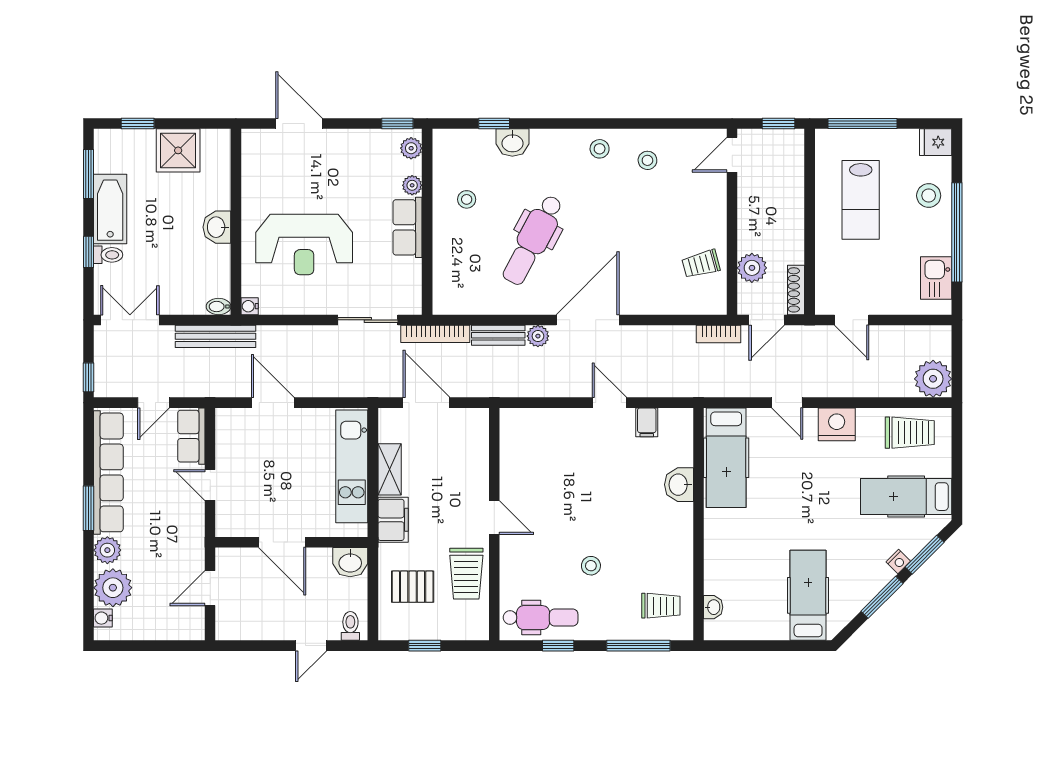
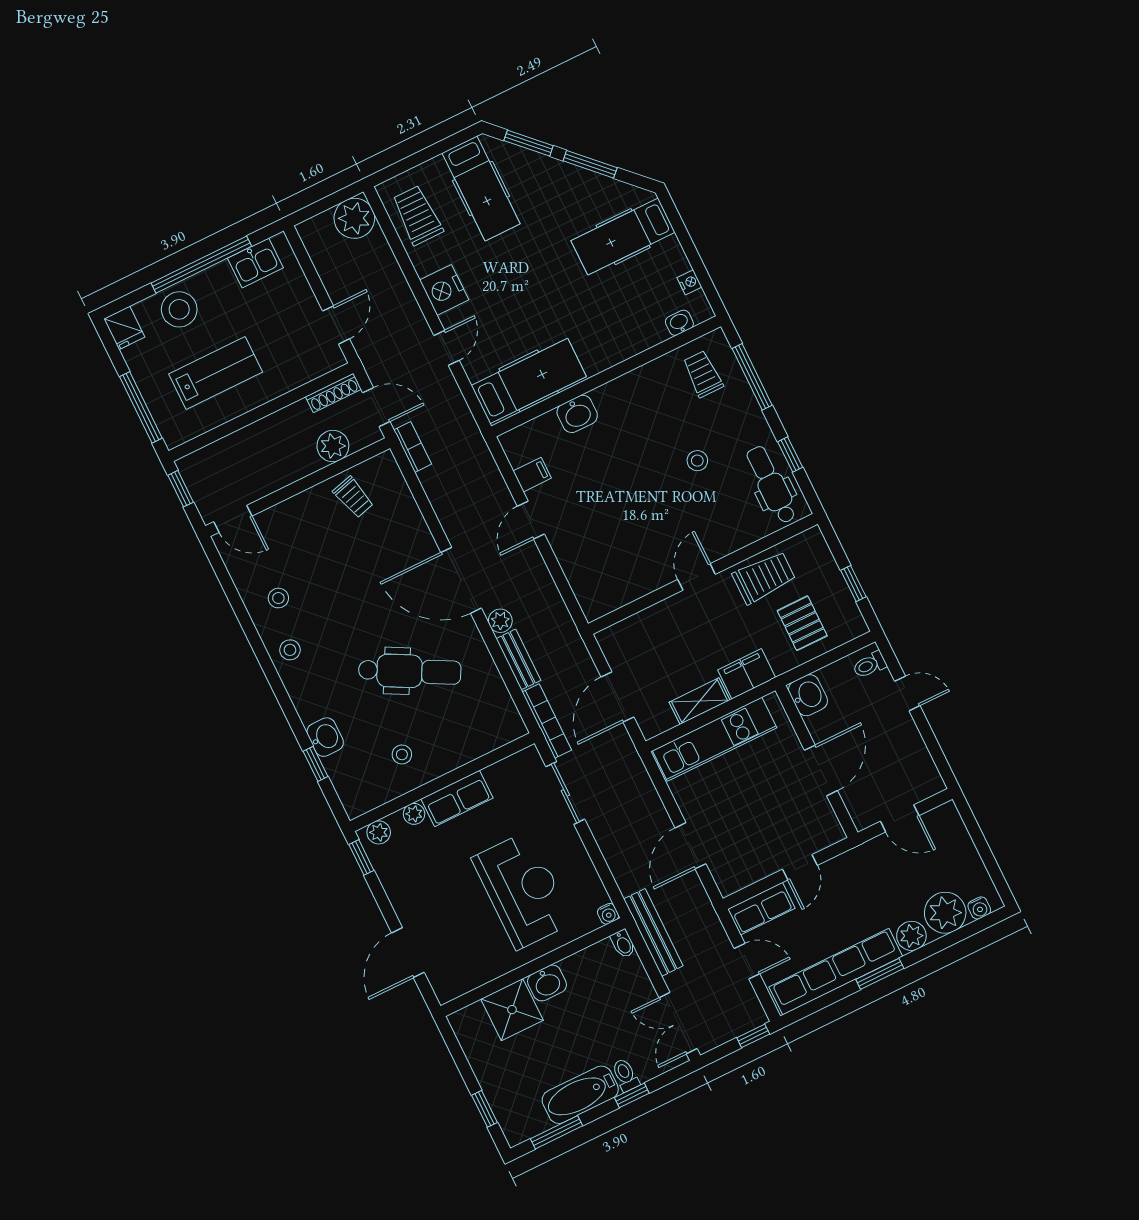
shower: (178, 150) -> (512, 1010), moved
stool: (929, 196) -> (179, 309), width x1.38, depth x1.38
nightstand: (898, 562) -> (689, 282), moved, turned 45

